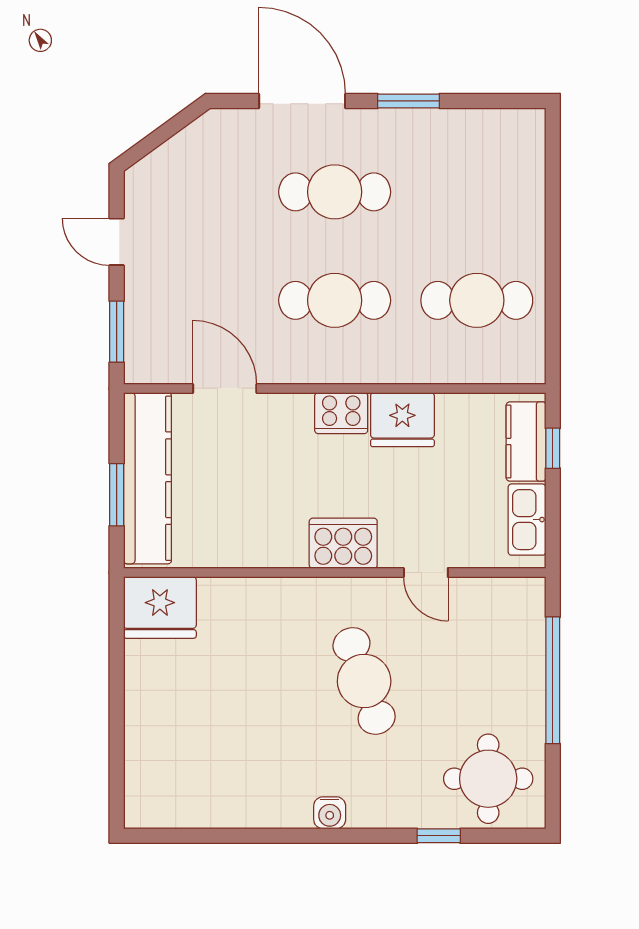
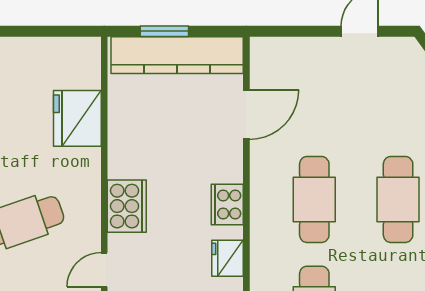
window: (117, 332) -> (290, 31), removed
fridge: (402, 420) -> (228, 258), width x0.73, depth x0.75
fridge: (160, 607) -> (77, 118), moved

